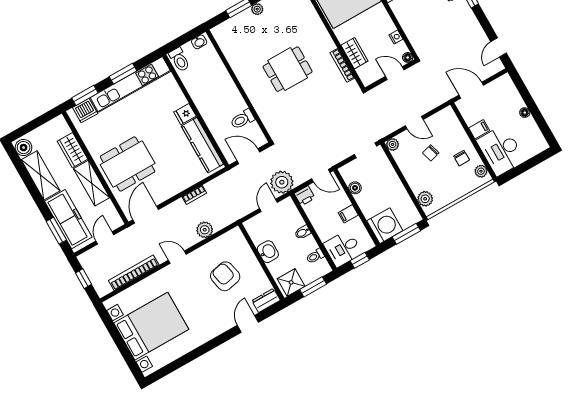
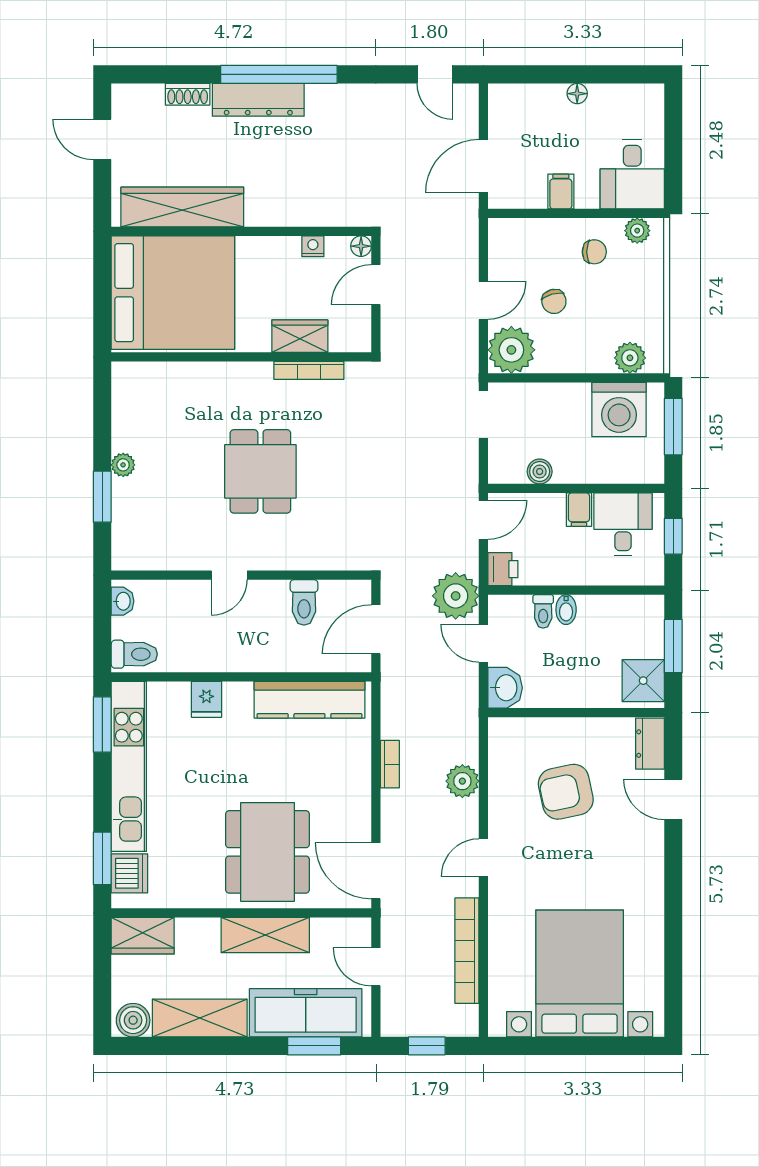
window: (123, 74) -> (102, 724), moved
door: (236, 81) -> (229, 575), added
fridge: (185, 114) -> (206, 699), moved
plant: (393, 144) -> (511, 350), width x1.87, depth x1.87
wardrobe: (73, 150) -> (143, 936), moved
desk: (501, 150) -> (632, 174), width x0.73
washing machine: (385, 226) -> (619, 410), moved, turned 180
desk: (343, 248) -> (623, 524), moved, turned 180
washbasin: (268, 252) -> (505, 688), moved, turned 90
toilet: (315, 256) -> (543, 611), moved

